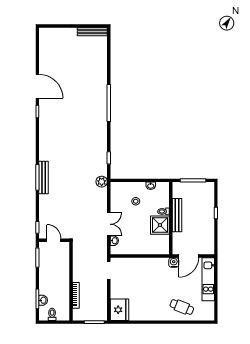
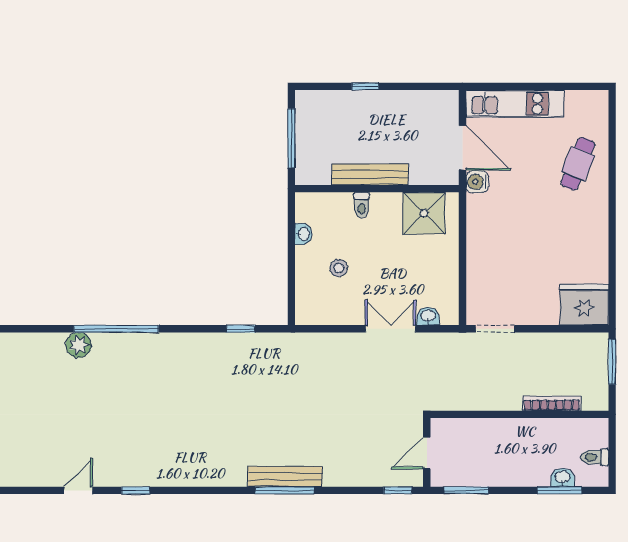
door: (37, 86) -> (78, 490), width x0.53
plant: (102, 182) -> (78, 345), moved
shower: (160, 225) -> (424, 213), moved

